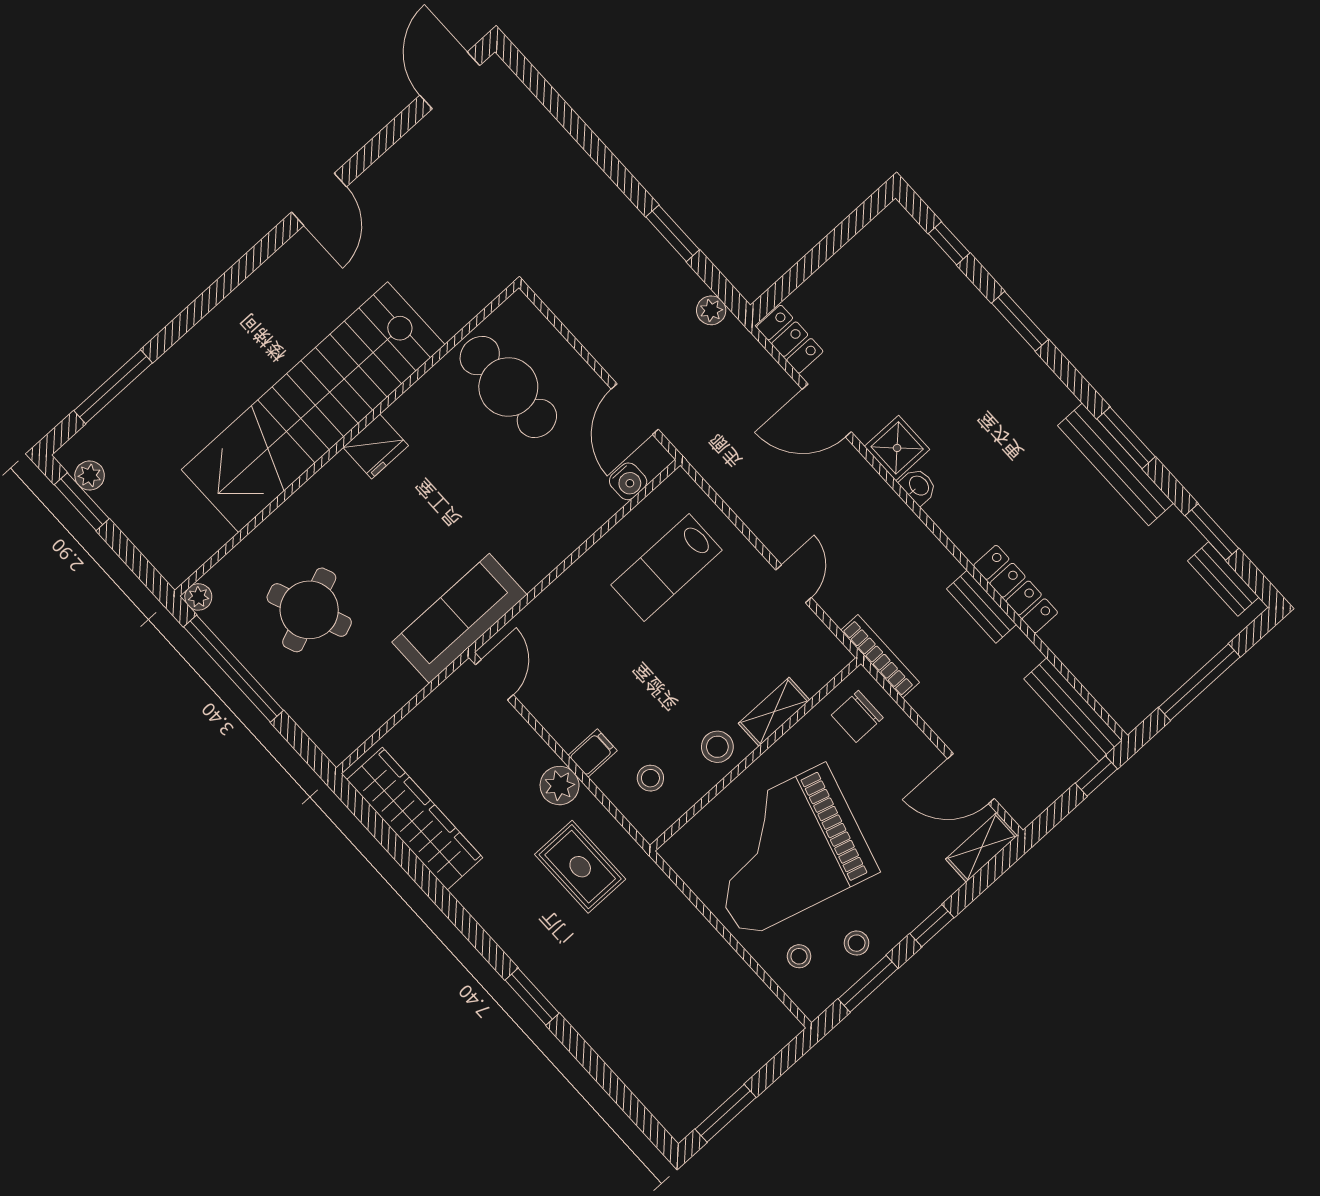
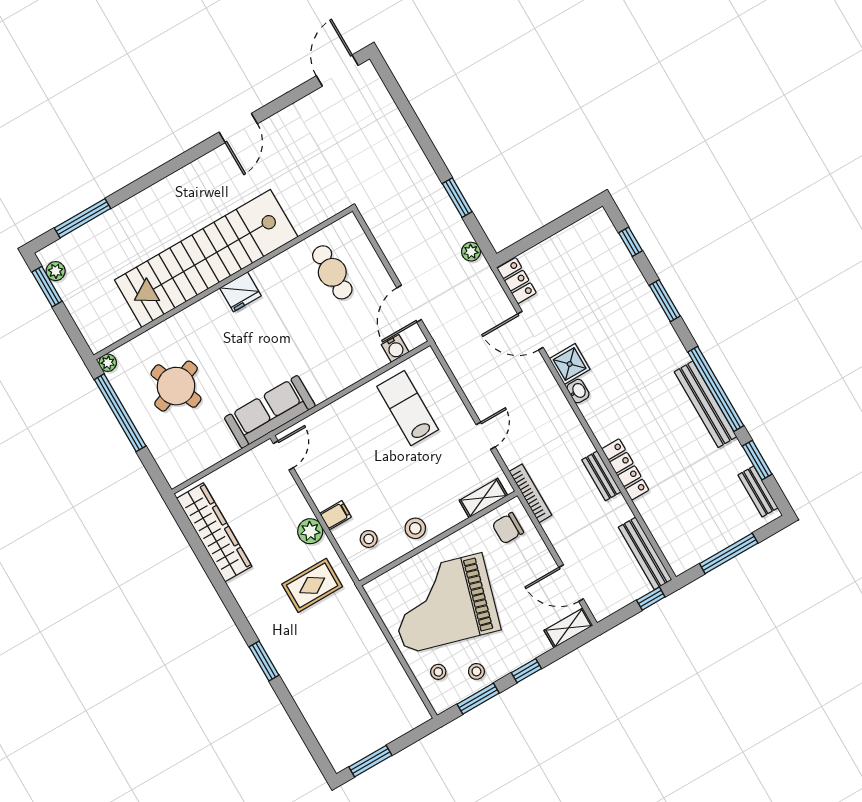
cafe table: (508, 387) -> (332, 272), width x0.73, depth x0.74
window: (1126, 438) -> (716, 389), width x2.11
lab bench: (667, 567) -> (408, 408), turned 90
shelving: (774, 712) -> (483, 498), moved
rug: (580, 867) -> (312, 585), turned 90

